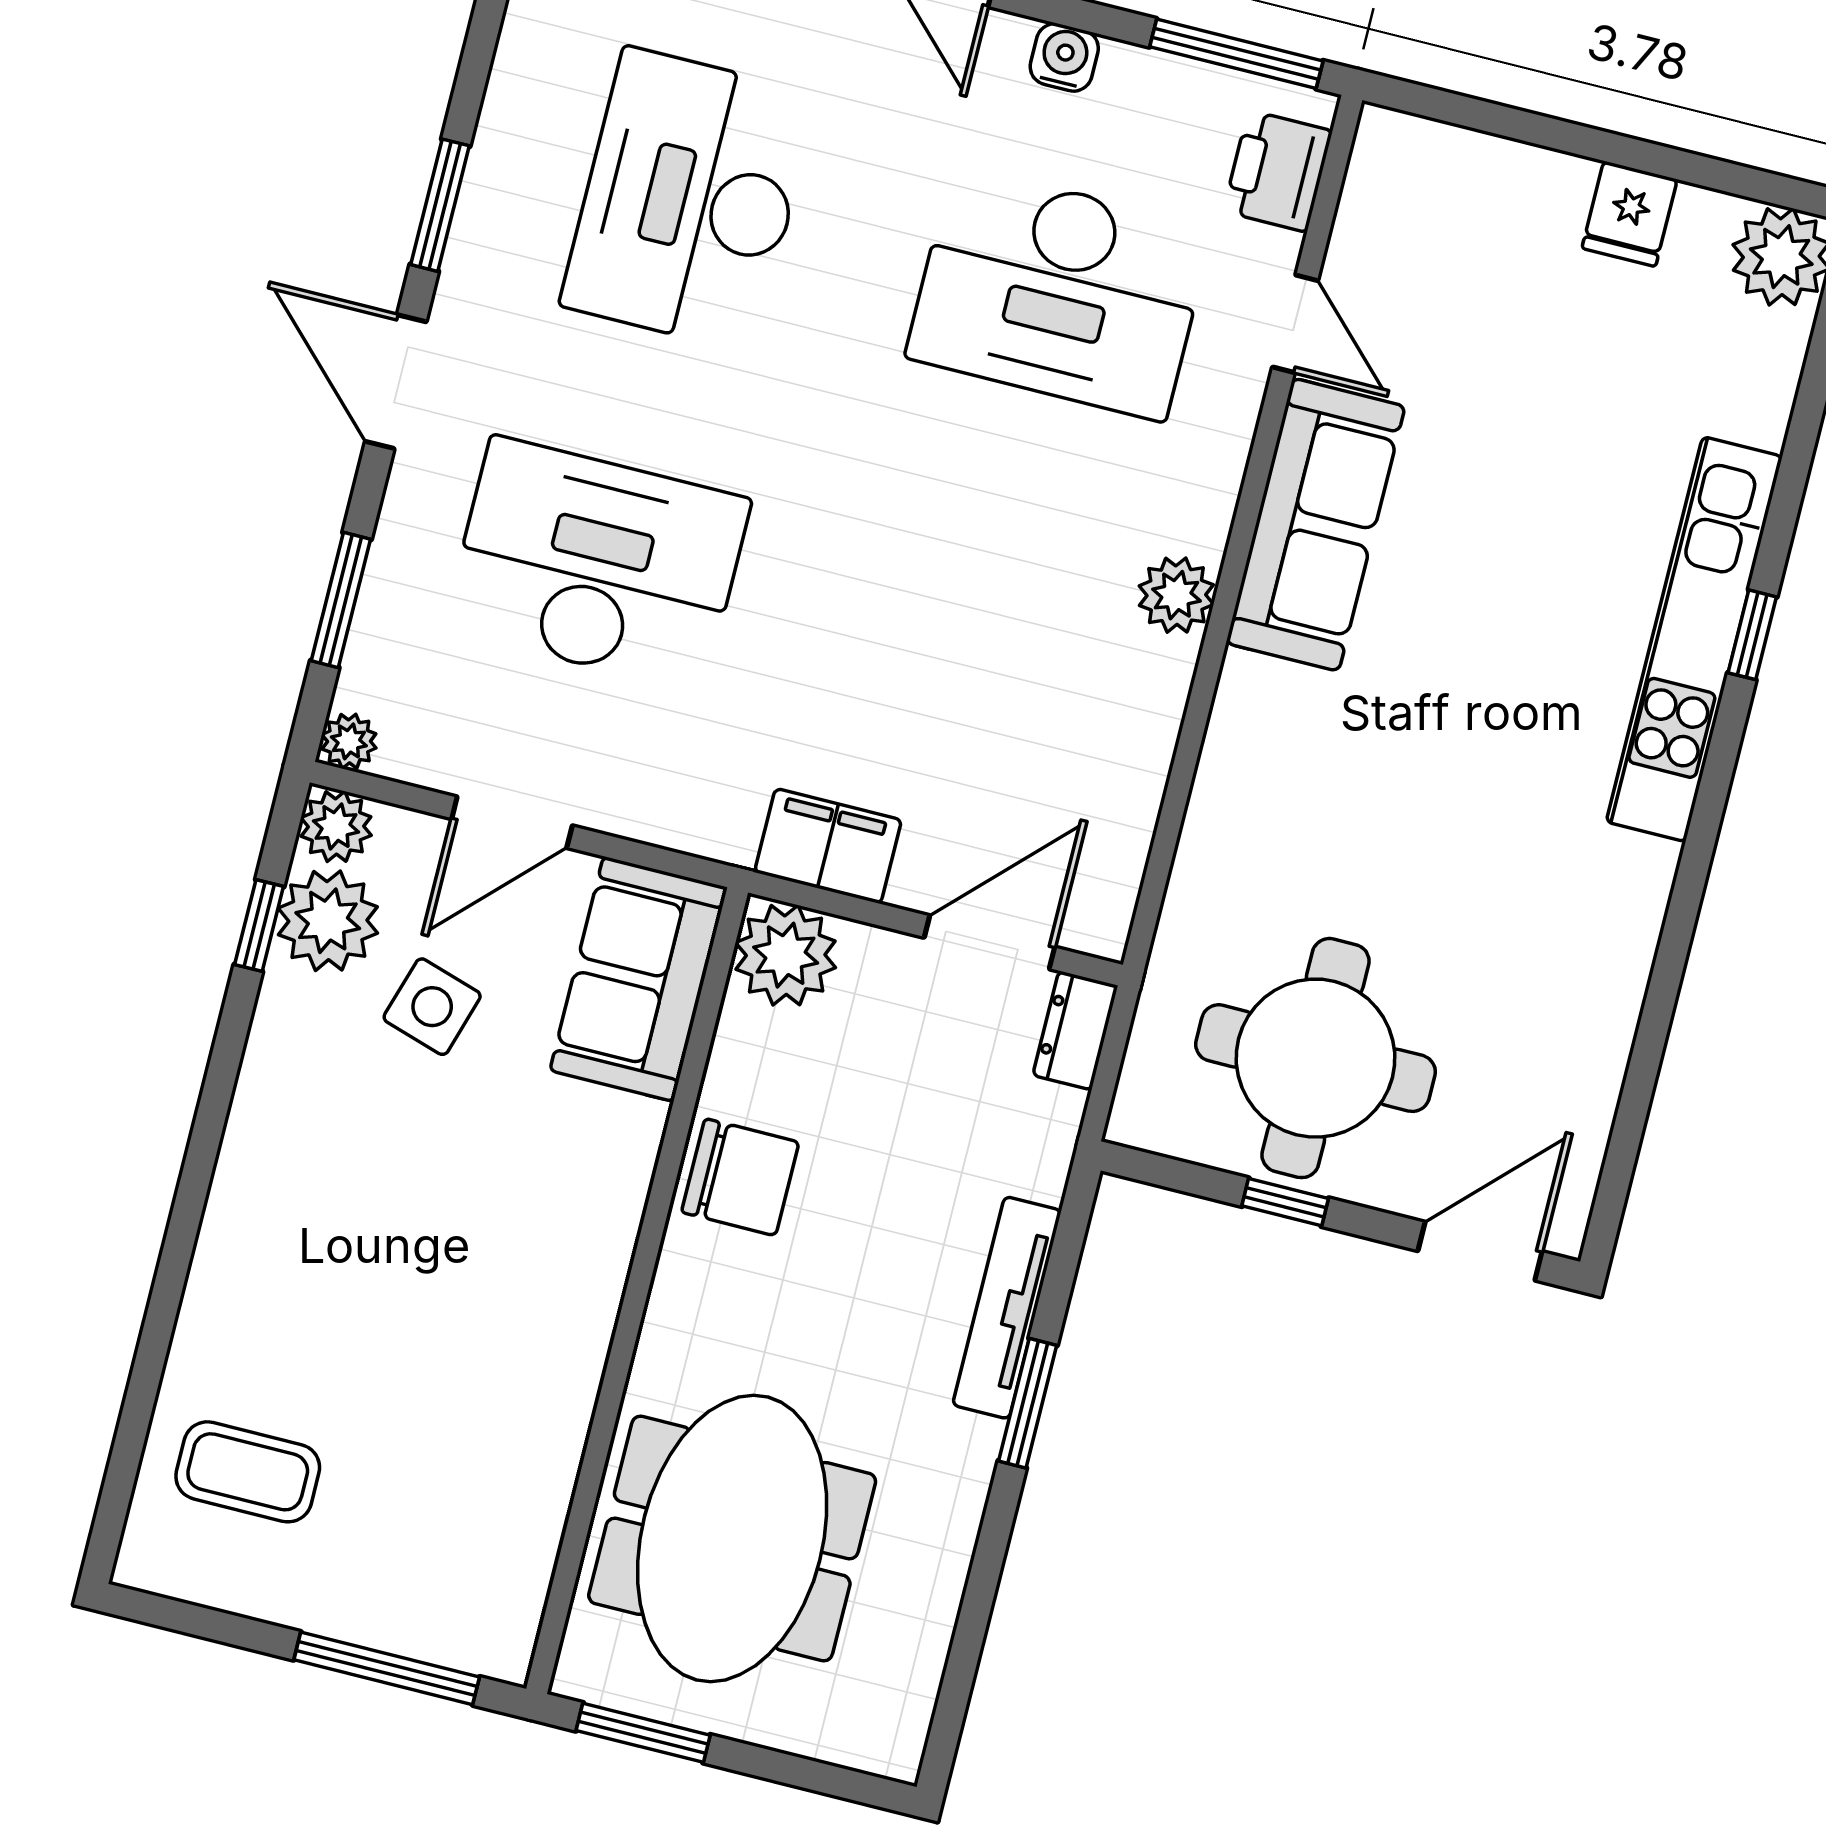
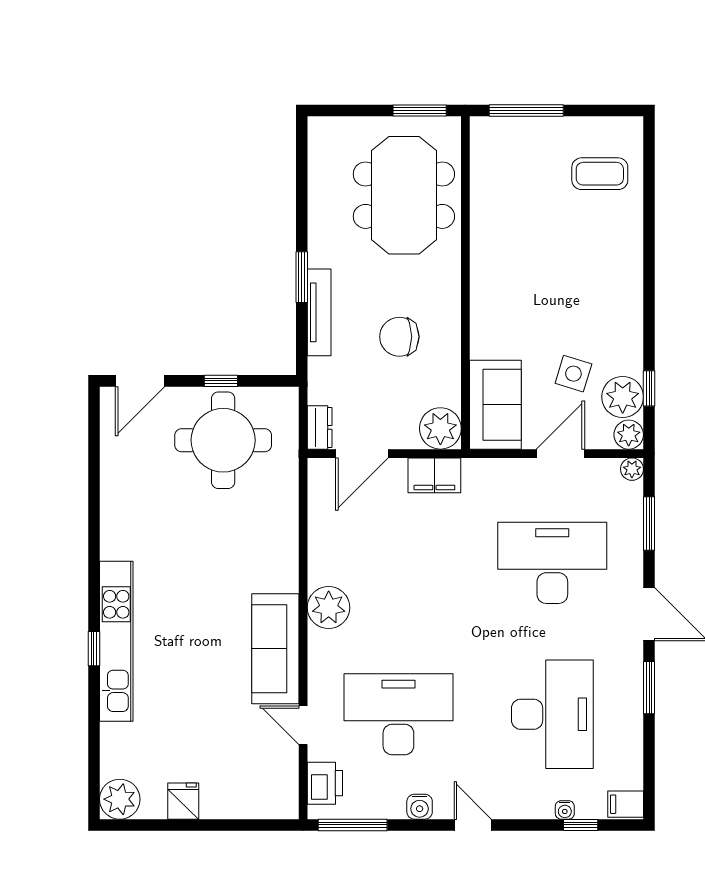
desk: (597, 564) -> (552, 563), turned 180
plant: (1176, 595) -> (329, 608), width x1.36, depth x1.36
chair: (740, 1177) -> (399, 337), moved

